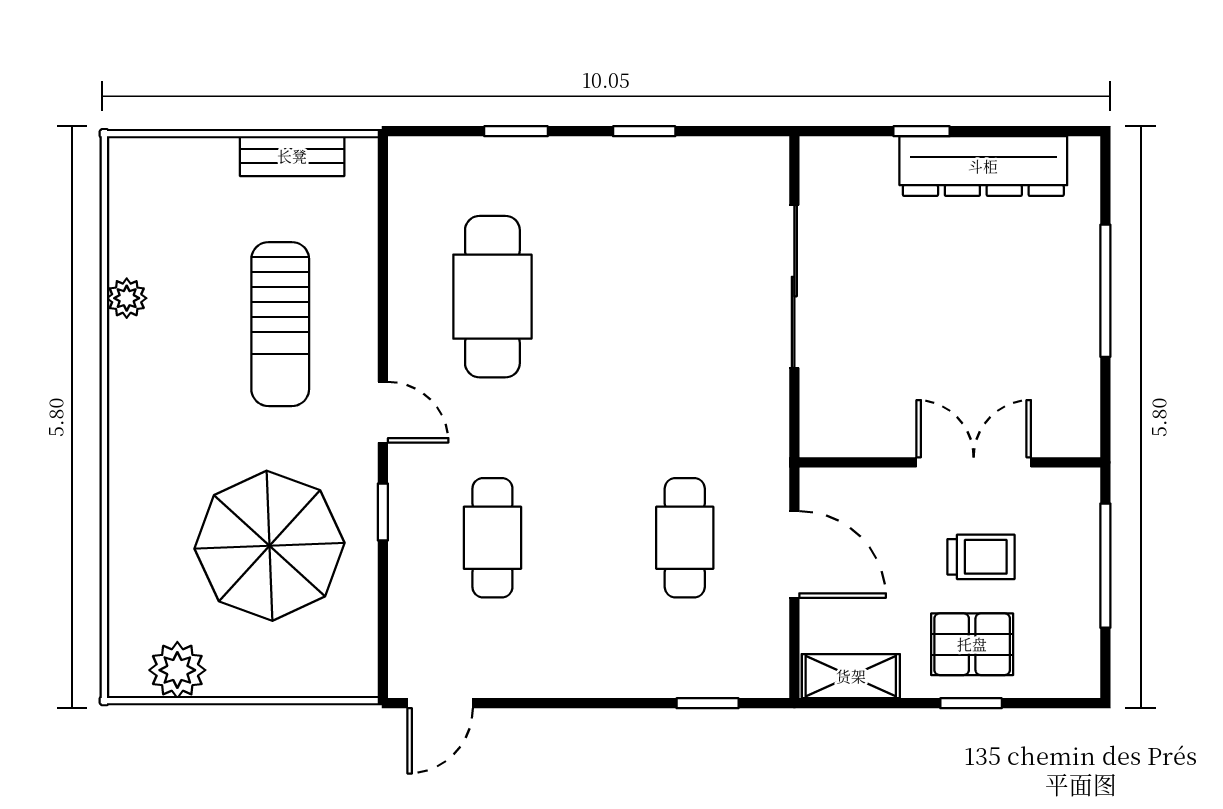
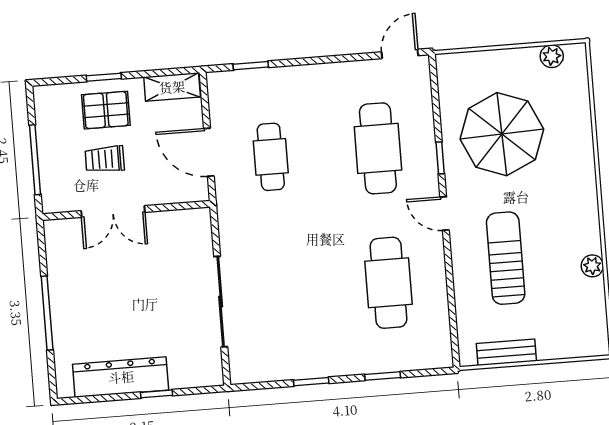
cafe table: (492, 538) -> (378, 148), width x1.37, depth x1.35
plant: (177, 670) -> (552, 56), width x0.73, depth x0.73

